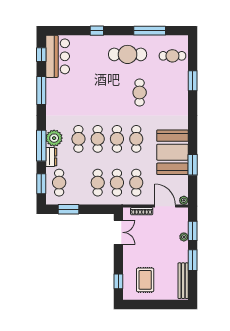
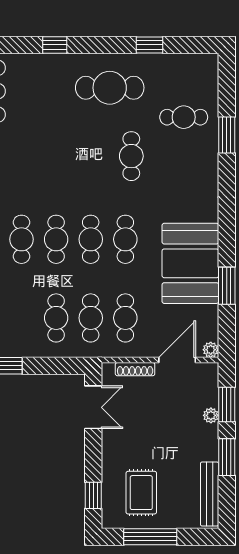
window: (150, 31) -> (150, 45), width x0.46
cafe table: (172, 56) -> (184, 117), moved
door: (165, 206) -> (177, 360), hinge flipped
window: (150, 304) -> (150, 537), added

